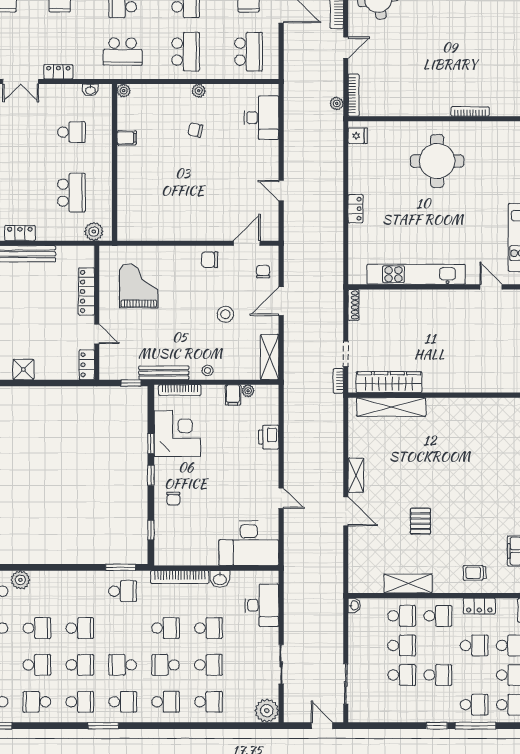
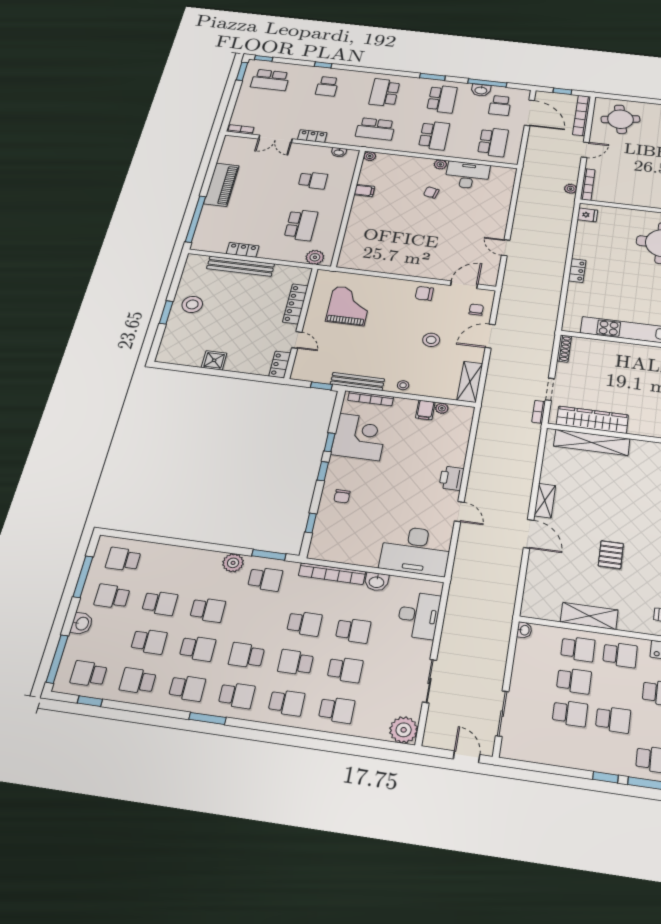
desk: (261, 118) -> (467, 175), moved, turned -90
printer: (269, 437) -> (451, 478), moved
plant: (20, 580) -> (233, 563), moved

